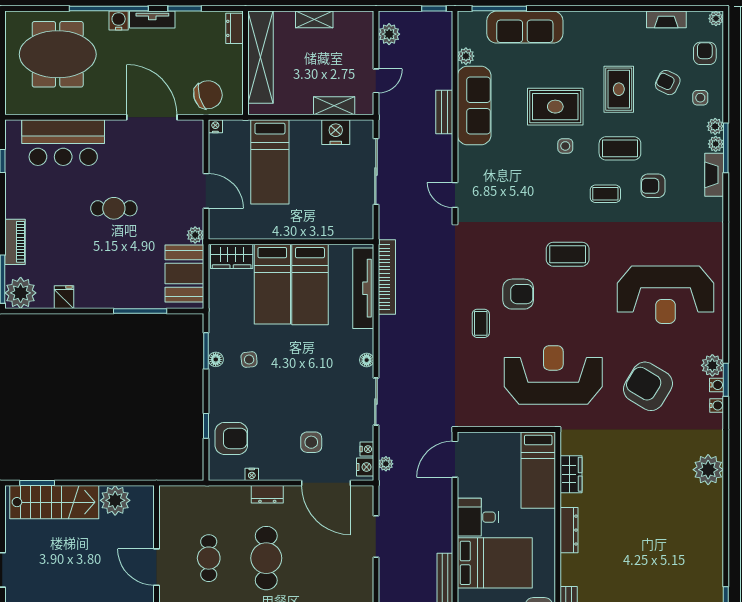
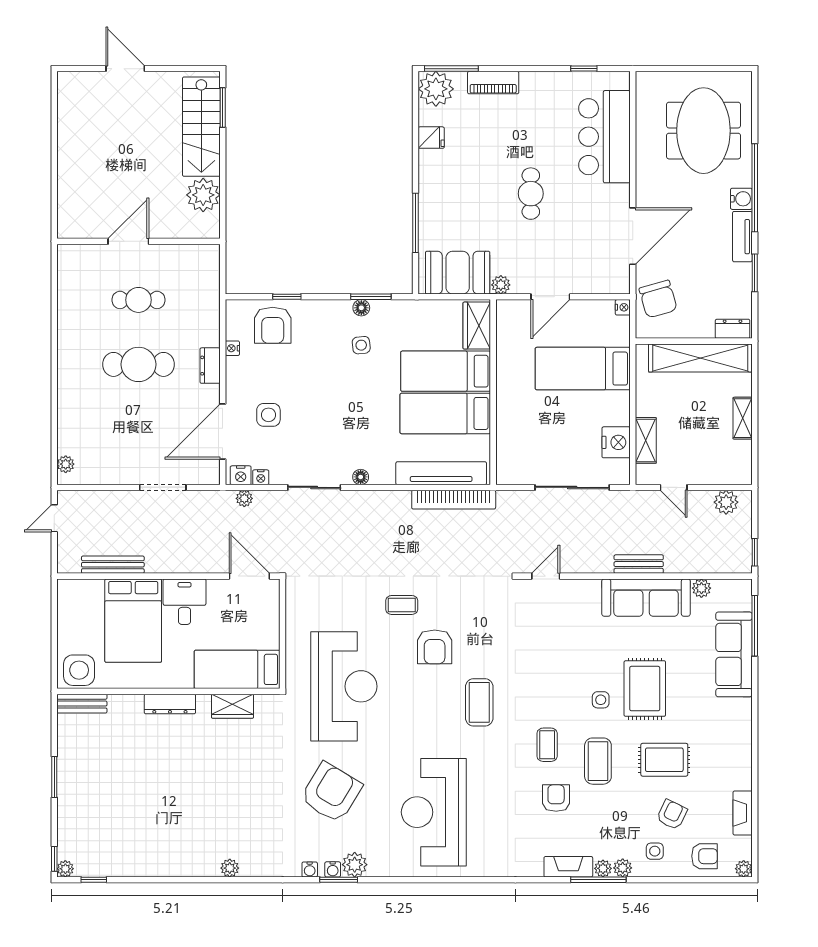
plant: (708, 470) -> (230, 868), width x0.53, depth x0.53

